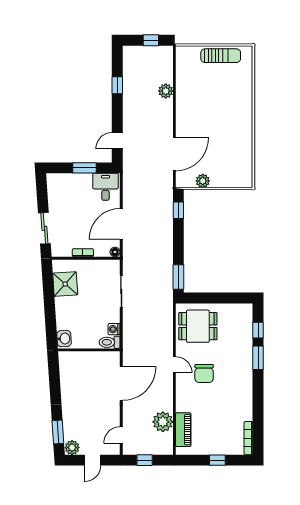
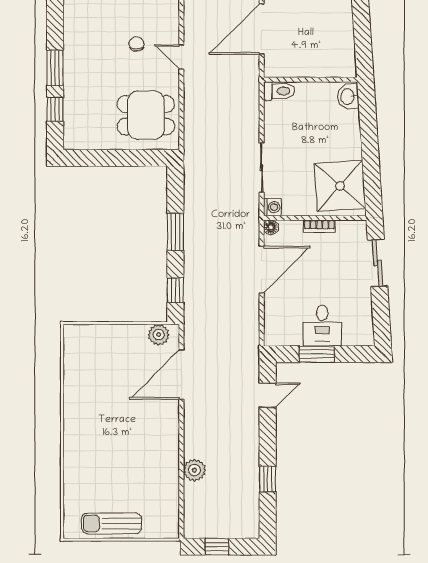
plant: (203, 181) -> (159, 335), moved
desk: (105, 187) -> (322, 326), moved
window: (178, 277) -> (175, 232), moved
shower: (65, 284) -> (340, 186), width x1.37, depth x1.37
washing machine: (114, 329) -> (272, 207), moved
chair: (204, 373) -> (136, 44), width x0.54, depth x0.54

